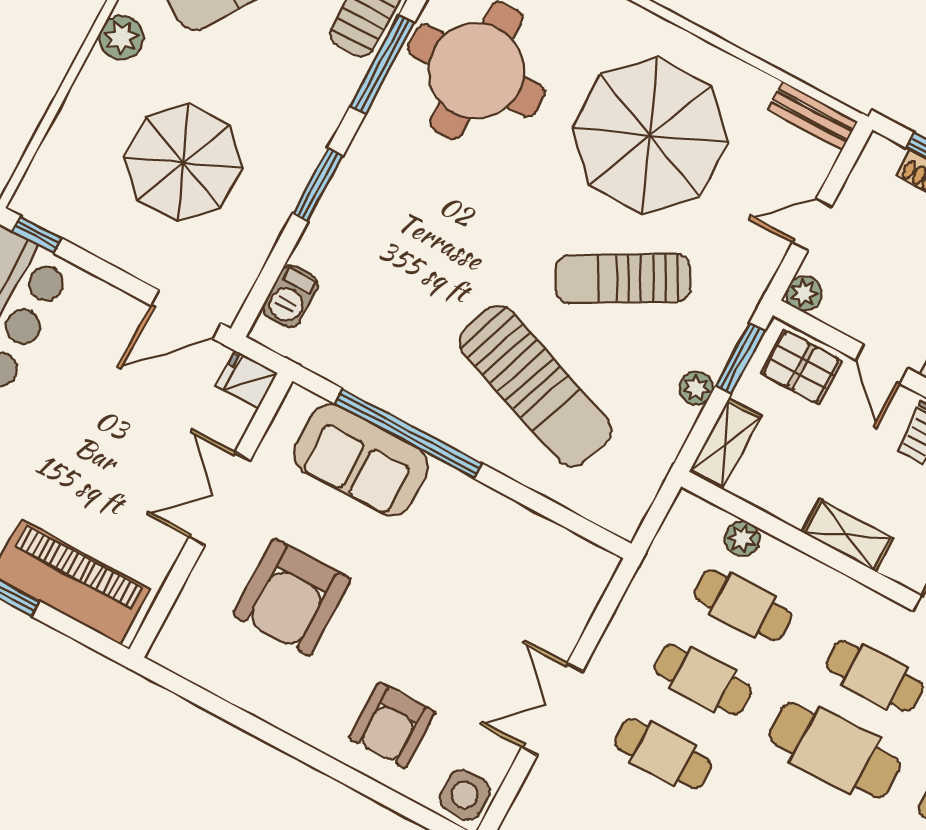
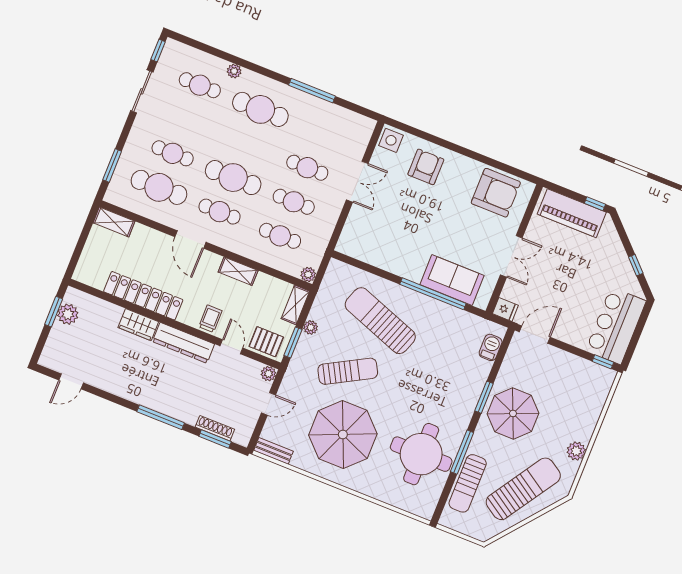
parasol: (183, 163) -> (513, 413), moved
plant: (742, 539) -> (308, 275), moved
armchair: (292, 597) -> (496, 193), moved, turned 90

